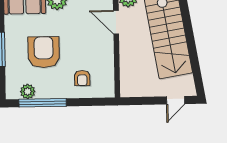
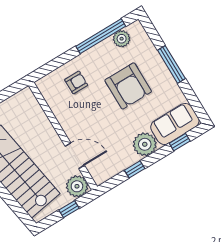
armchair: (82, 78) -> (76, 82), turned 90

